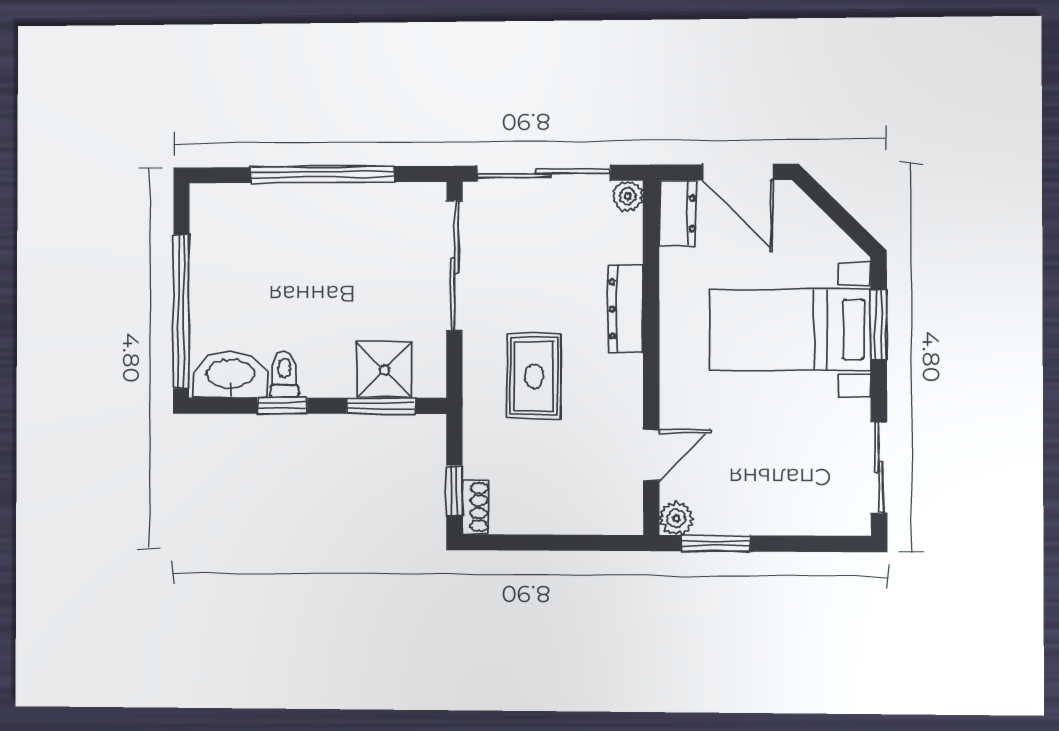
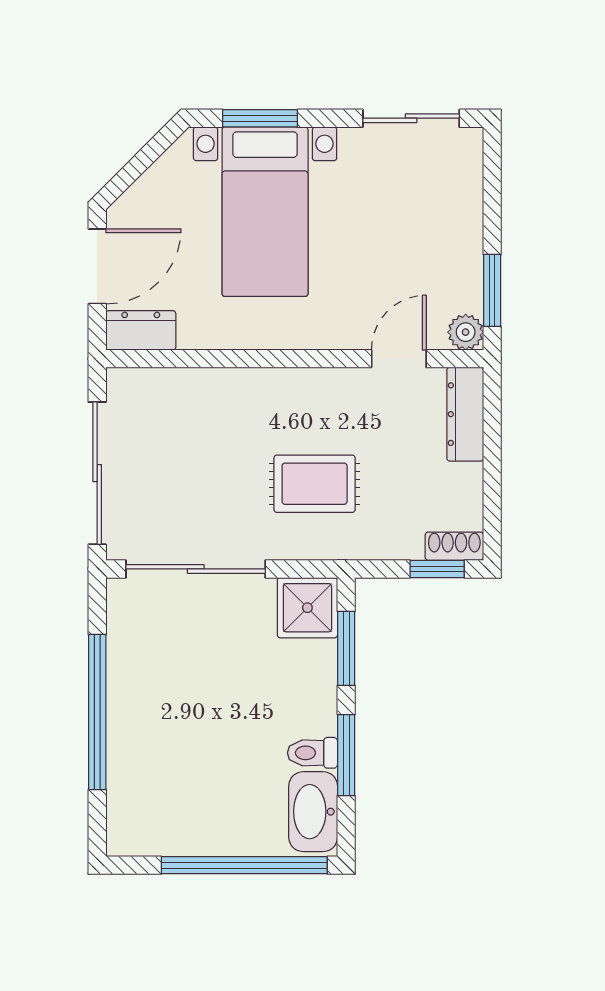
plant: (628, 196) -> (122, 384), removed
dresser: (626, 309) -> (465, 414), moved, turned 90
shower: (384, 370) -> (307, 608), moved
window: (282, 406) -> (346, 755), width x1.50
door: (651, 455) -> (399, 359), hinge flipped

